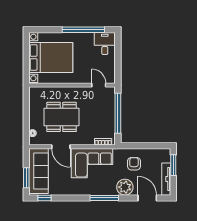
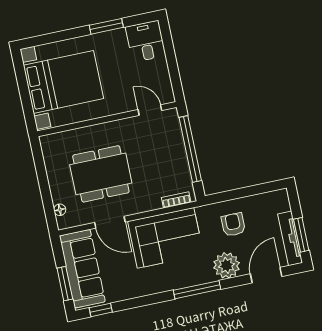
window: (83, 30) -> (106, 26), width x0.47
window: (173, 165) -> (301, 235), moved
door: (147, 198) -> (266, 275), hinge flipped

